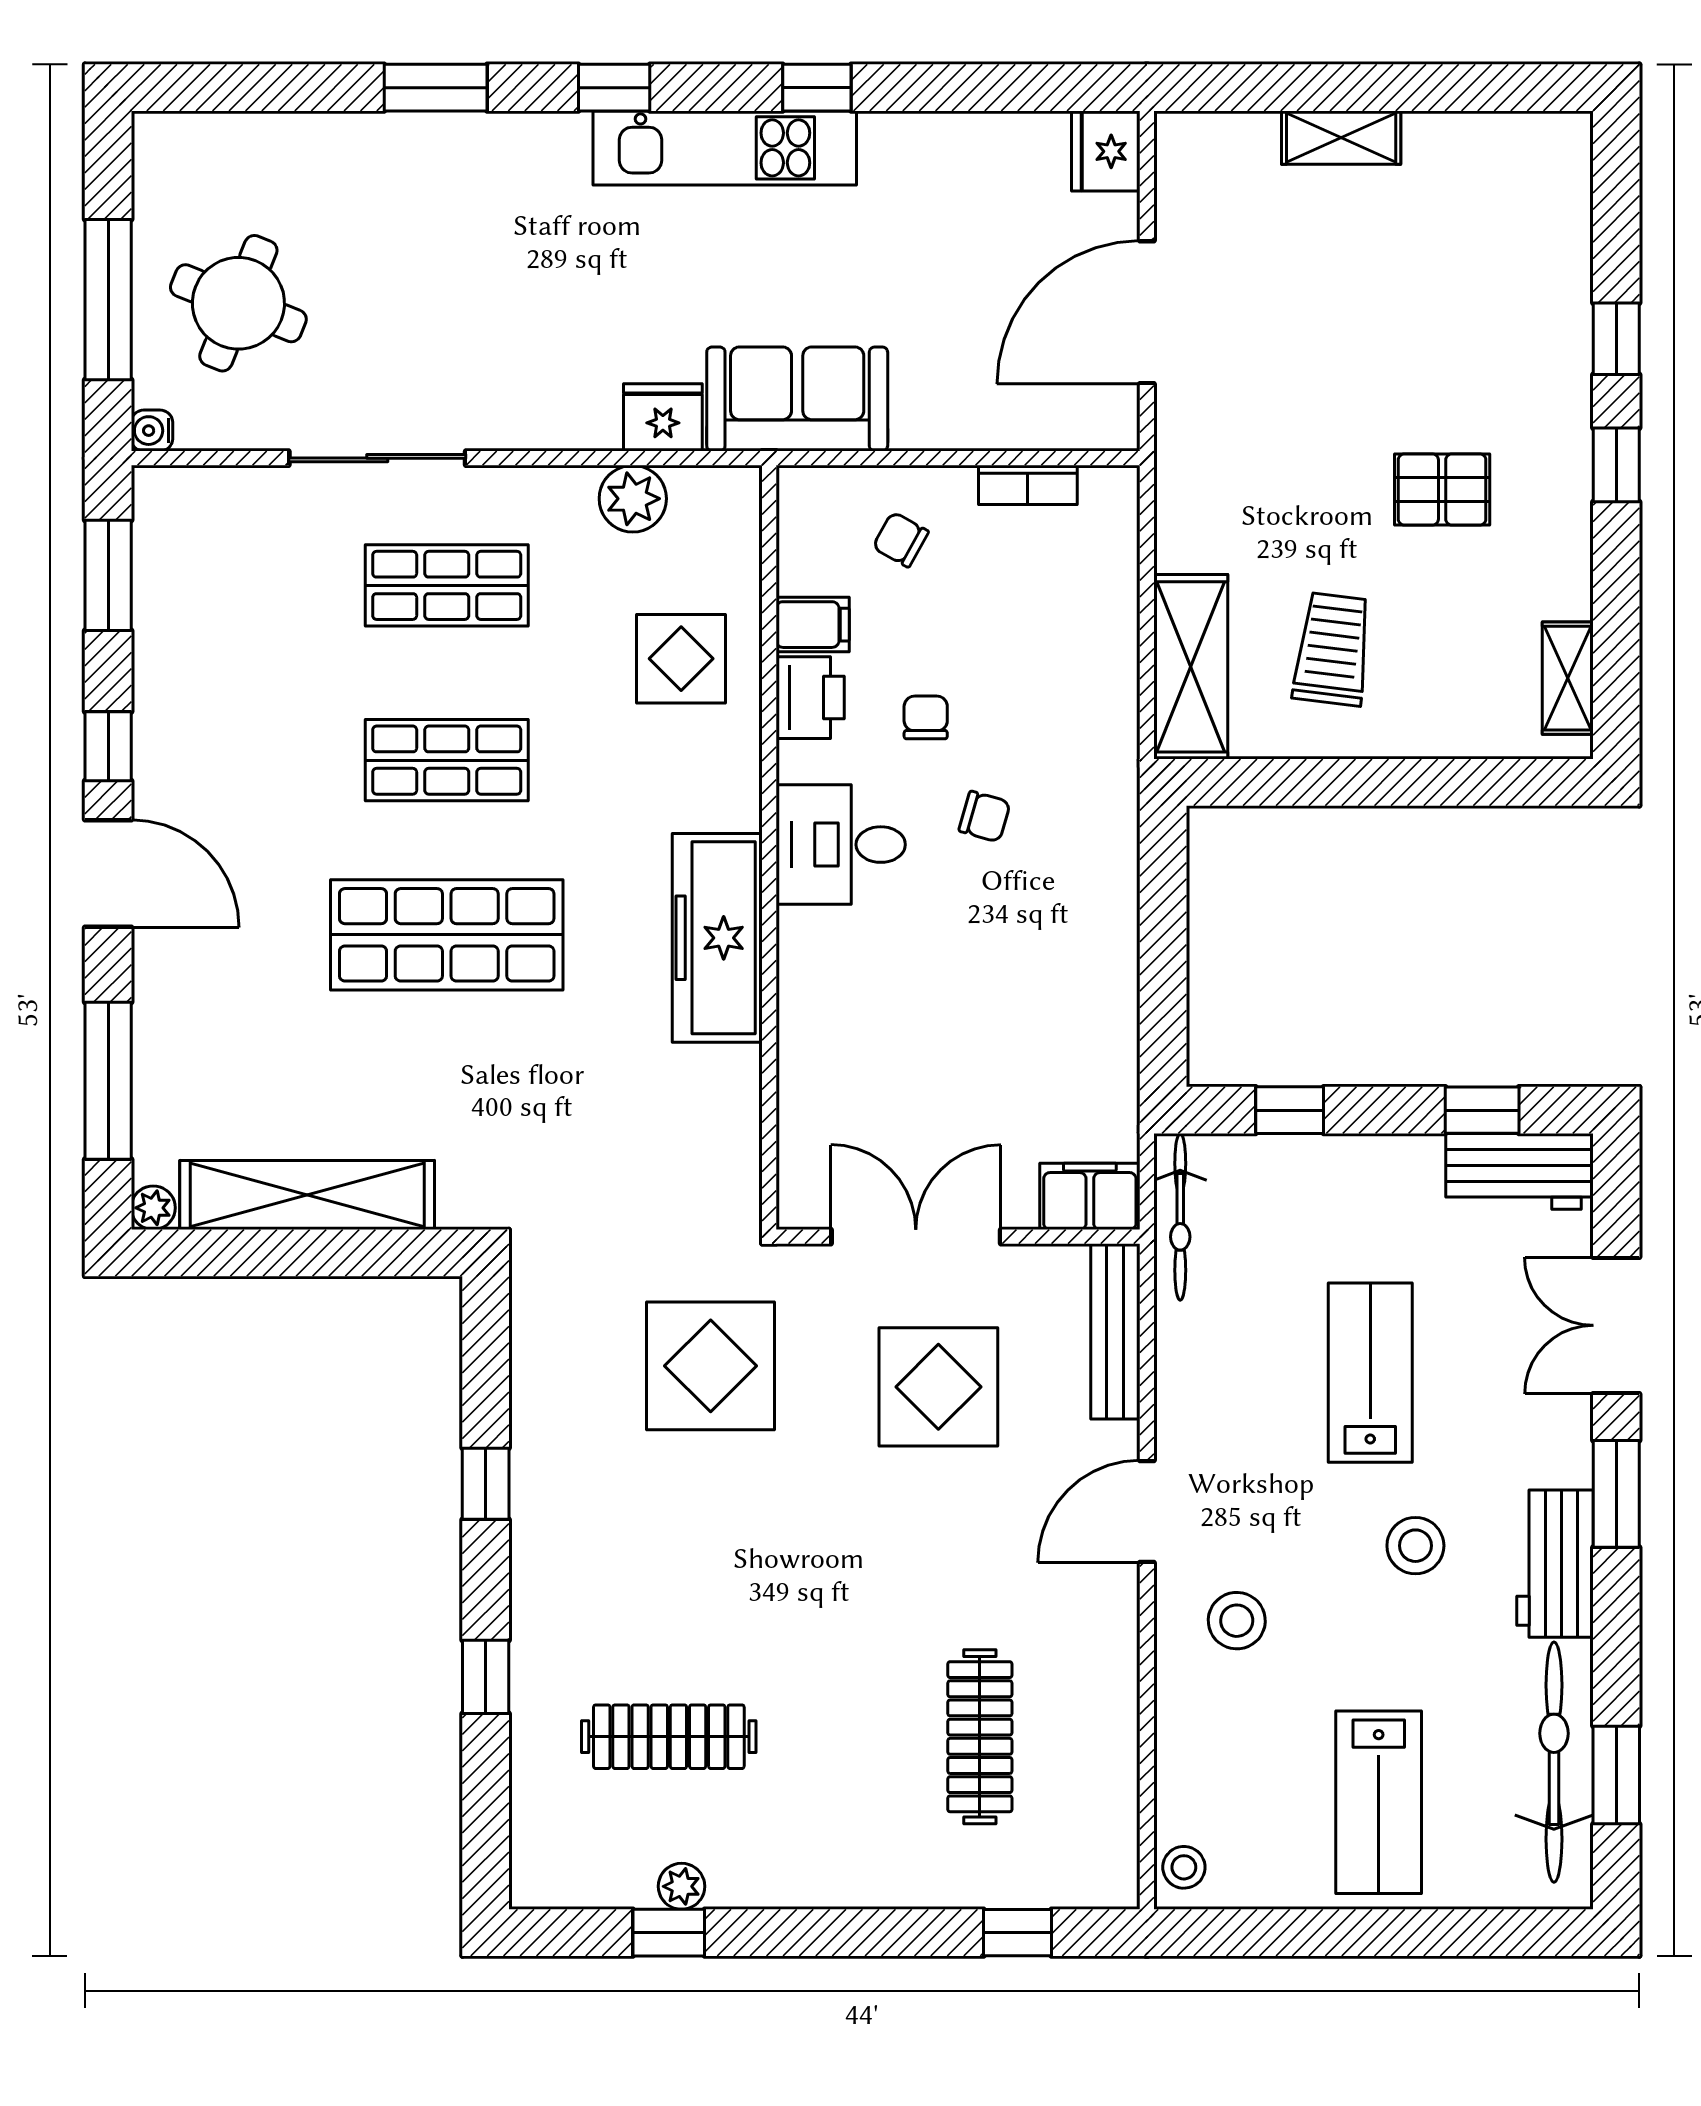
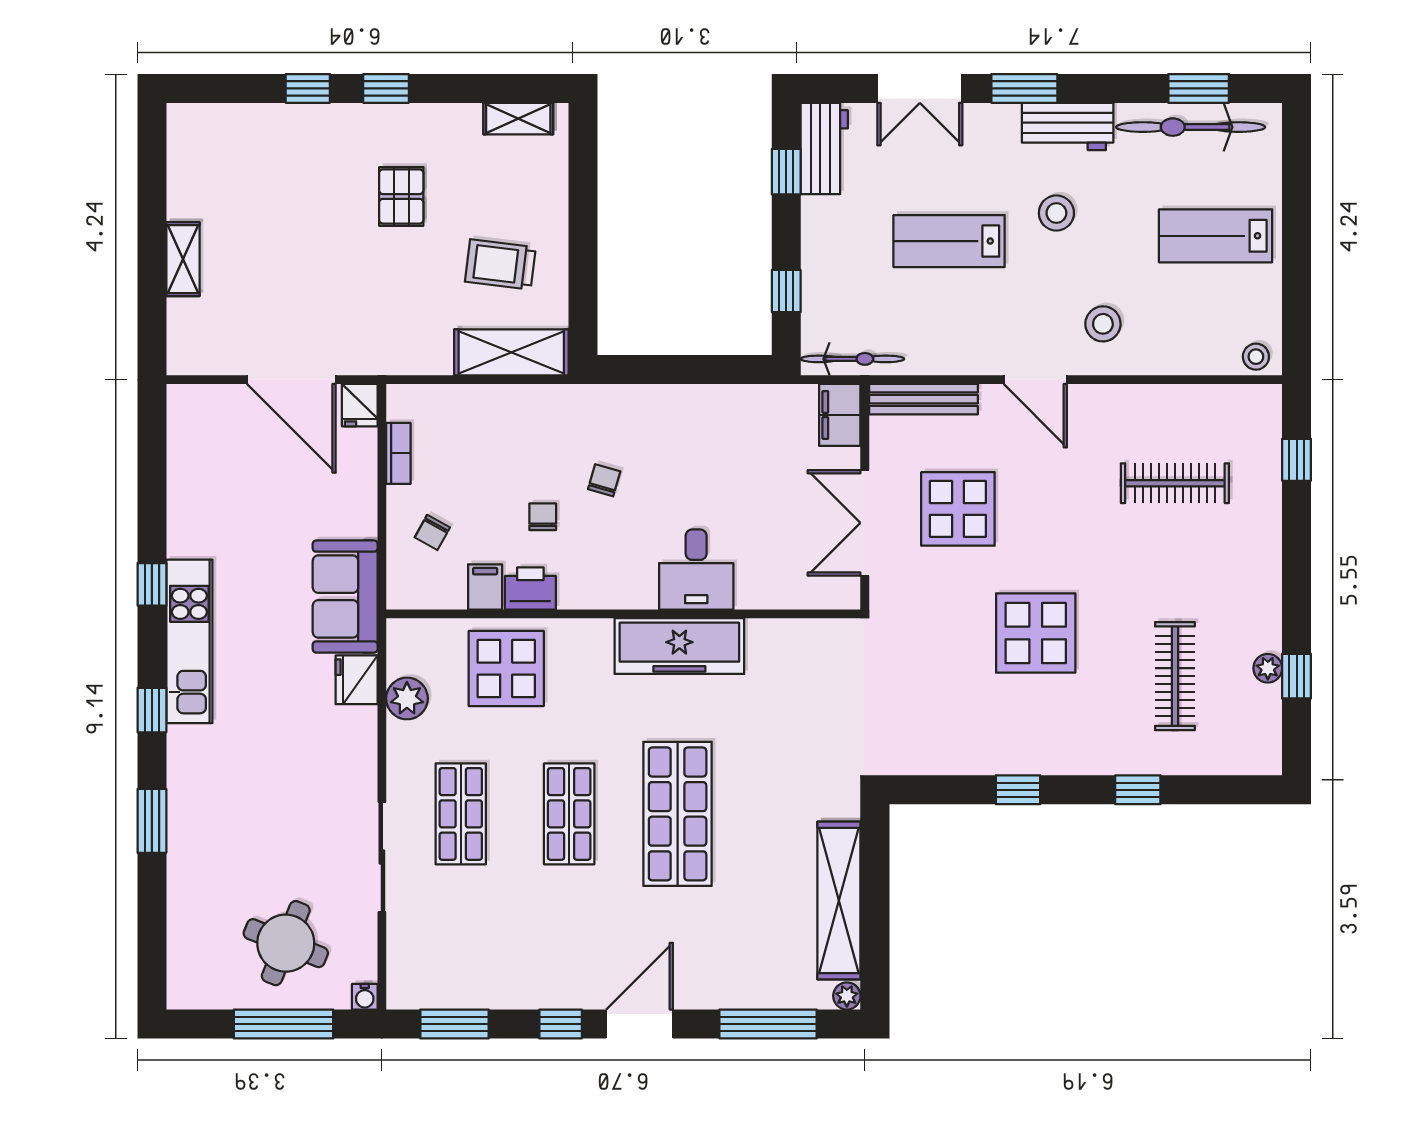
fridge: (1106, 151) -> (360, 405), moved, width x0.72
display table: (681, 659) -> (506, 669), width x1.36, depth x1.36
chair: (926, 717) -> (543, 517), turned 90
desk: (841, 845) -> (696, 570), moved
display table: (711, 1366) -> (1036, 633), moved
lab bench: (1379, 1802) -> (1216, 236), turned 180

